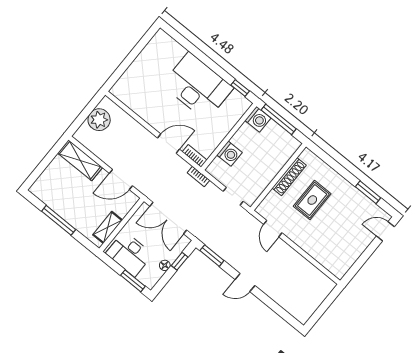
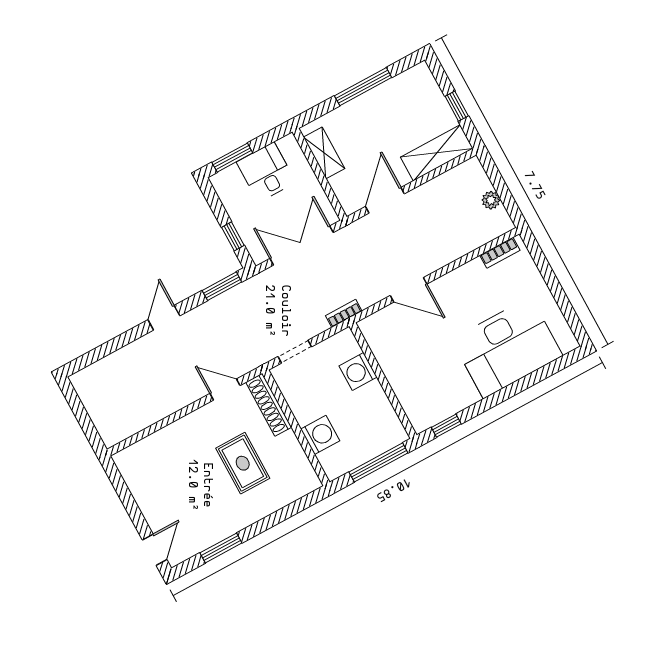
desk: (198, 86) -> (507, 348), moved
washing machine: (258, 119) -> (320, 435), moved, turned 180
plant: (99, 120) -> (491, 200), width x0.53, depth x0.53
door: (169, 144) -> (409, 290), hinge flipped
bookcase: (195, 156) -> (500, 253), moved
window: (47, 160) -> (457, 106), added
shoe rack: (289, 177) -> (269, 405), moved
desk: (129, 254) -> (266, 172), width x0.73
floor lamp: (165, 265) -> (236, 213), removed

